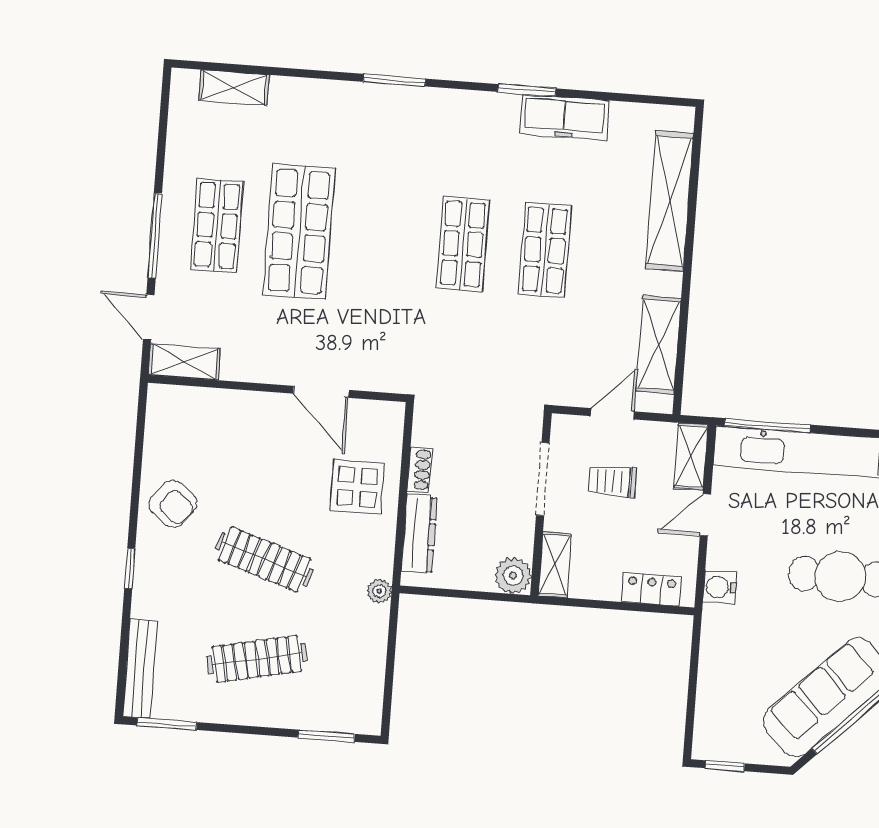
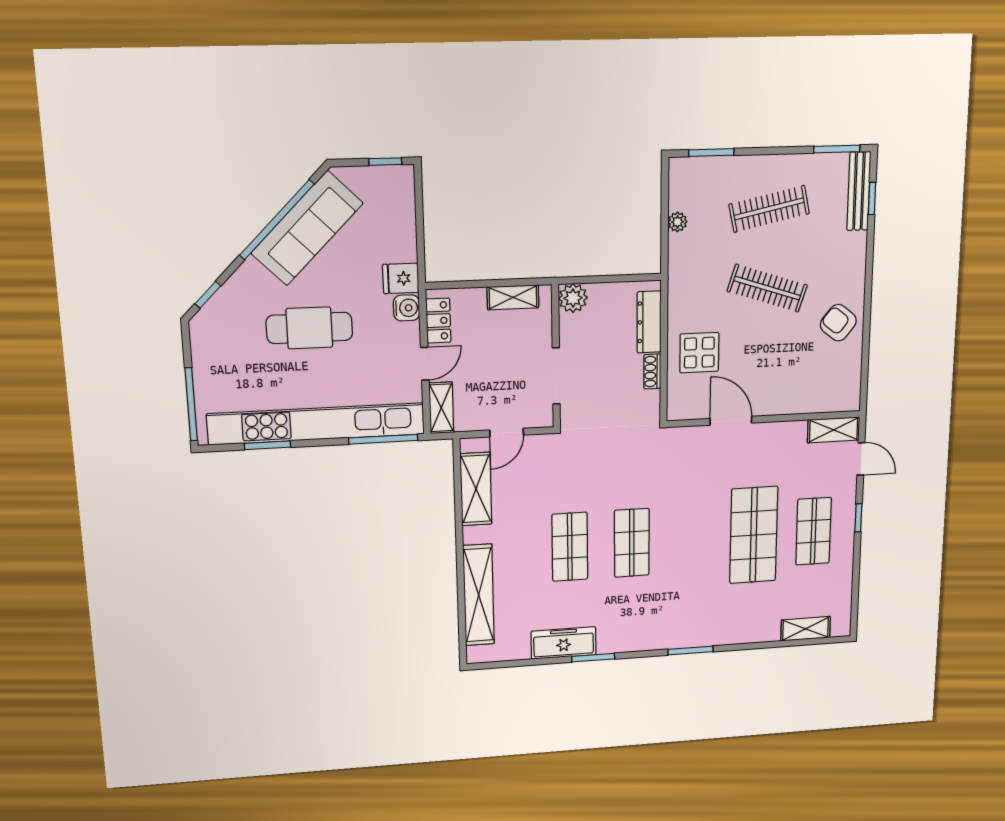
window: (155, 236) -> (858, 518), width x0.46
trolley: (613, 481) -> (501, 381), removed
shelving: (555, 565) -> (513, 297), moved, turned 90
window: (130, 568) -> (872, 198), moved
locker: (651, 590) -> (438, 321), moved, turned -90
plant: (379, 591) -> (677, 222), moved
fridge: (723, 624) -> (401, 278), added

